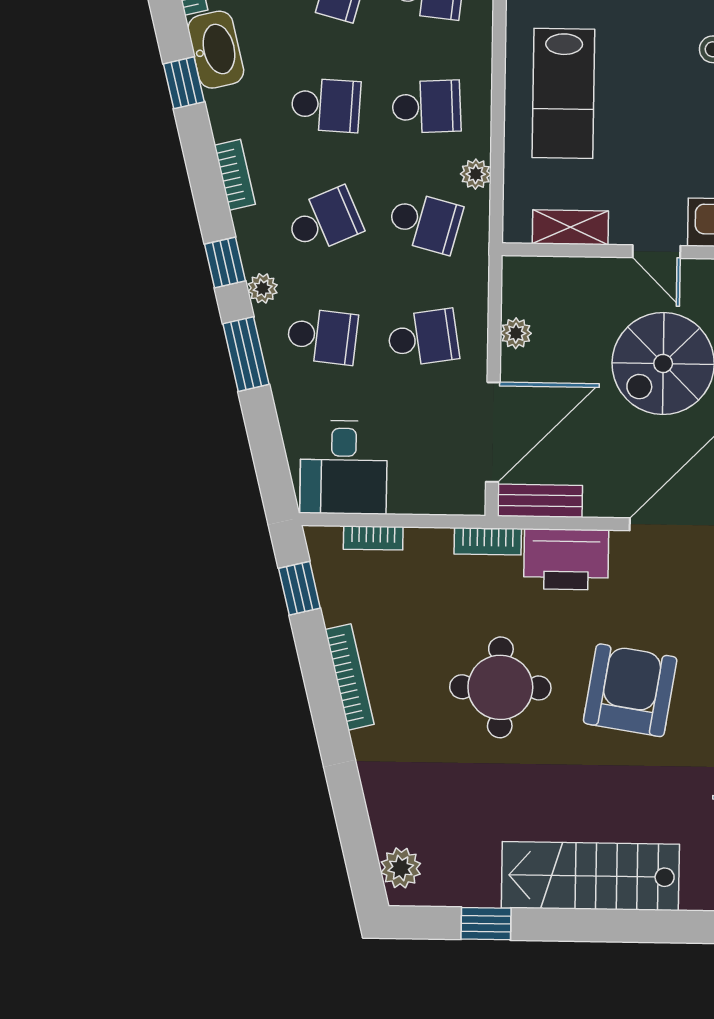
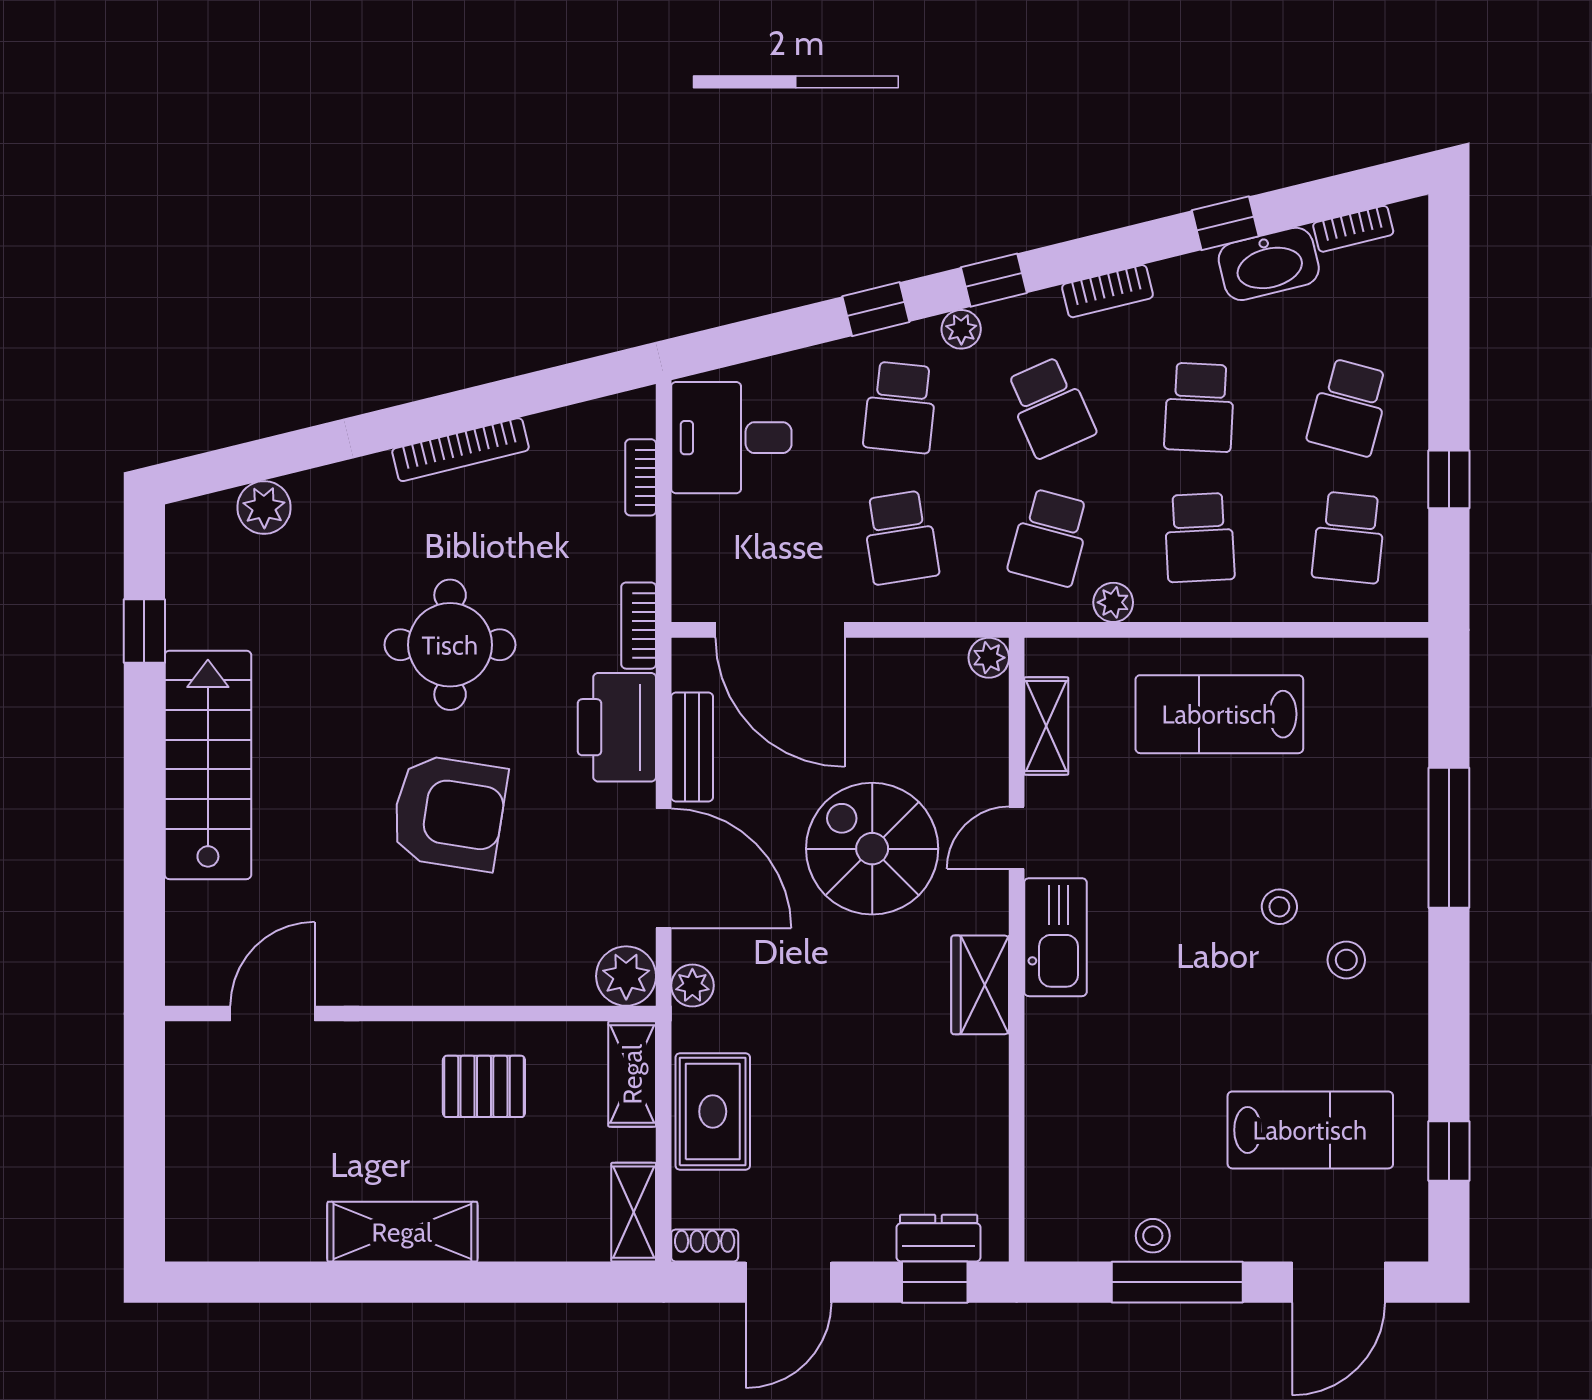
plant: (516, 333) -> (989, 658), moved
window: (246, 354) -> (876, 309), width x0.67
bench: (540, 501) -> (692, 747), moved
window: (299, 588) -> (574, 383), removed
plant: (401, 868) -> (264, 507), moved

